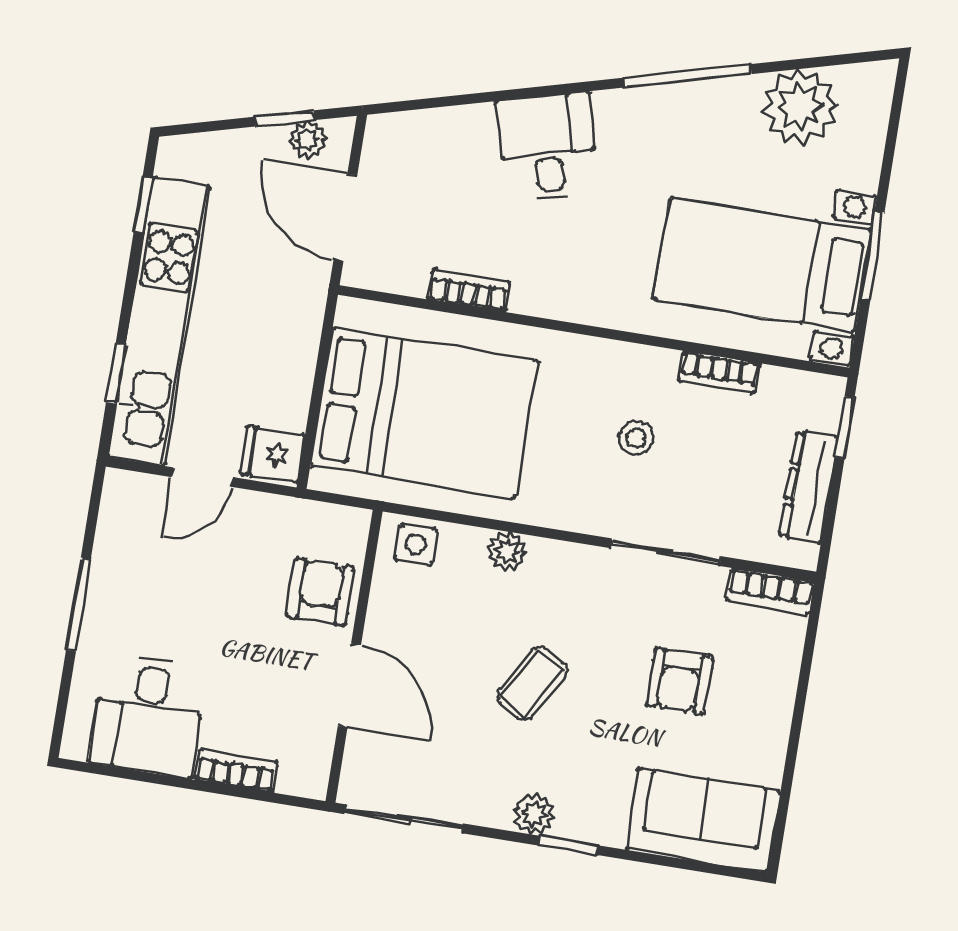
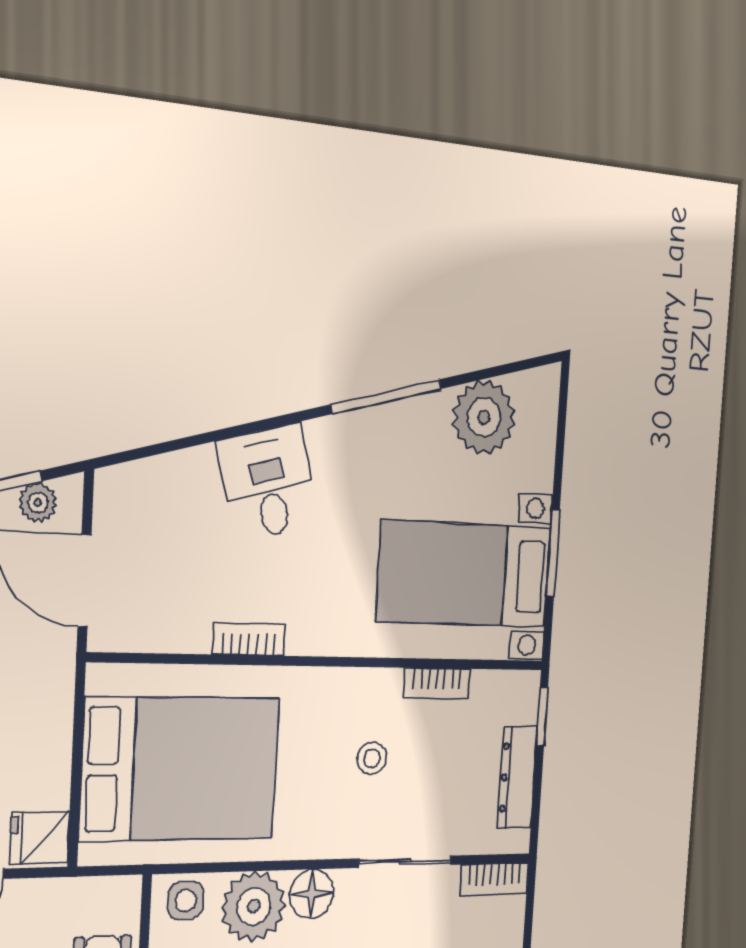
bookcase: (469, 290) -> (249, 639), moved
plant: (507, 551) -> (254, 906), width x1.88, depth x1.88
floor lamp: (554, 565) -> (312, 894), added

